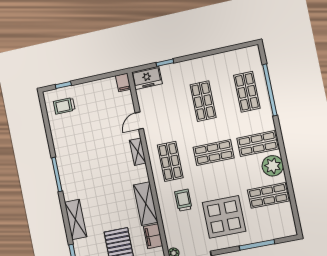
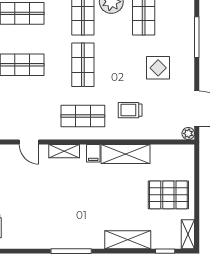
display table: (224, 217) -> (158, 68), width x0.54, depth x0.54
filing cabinet: (153, 236) -> (93, 153), moved, width x0.50

